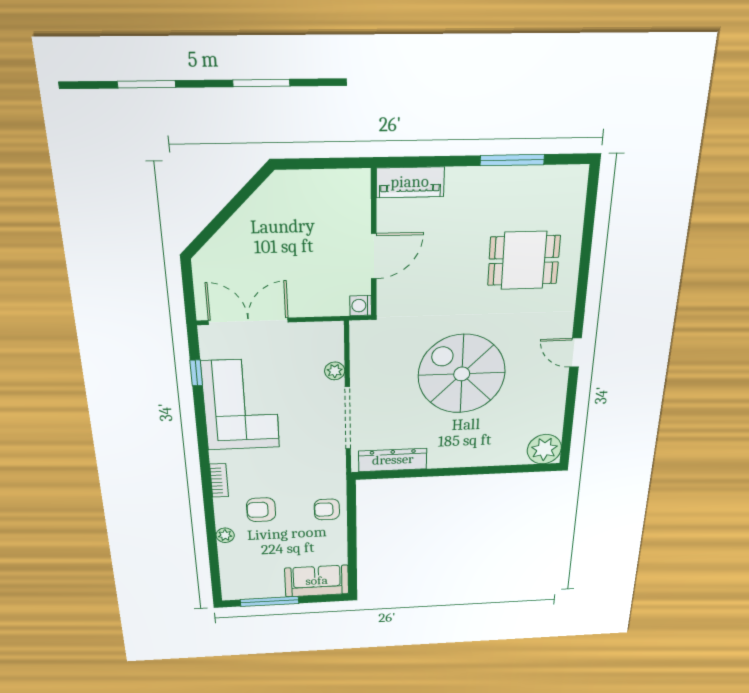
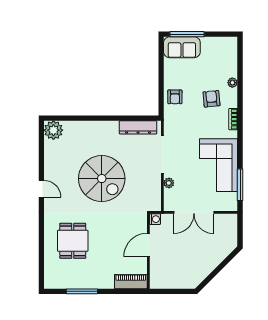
dining table: (524, 260) -> (73, 241), turned 90
double door: (248, 321) -> (194, 212), moved
window: (196, 373) -> (240, 185), width x2.17
armchair: (327, 509) -> (175, 97), turned 90
armchair: (261, 510) -> (211, 99), turned -96
window: (270, 601) -> (187, 34), moved

